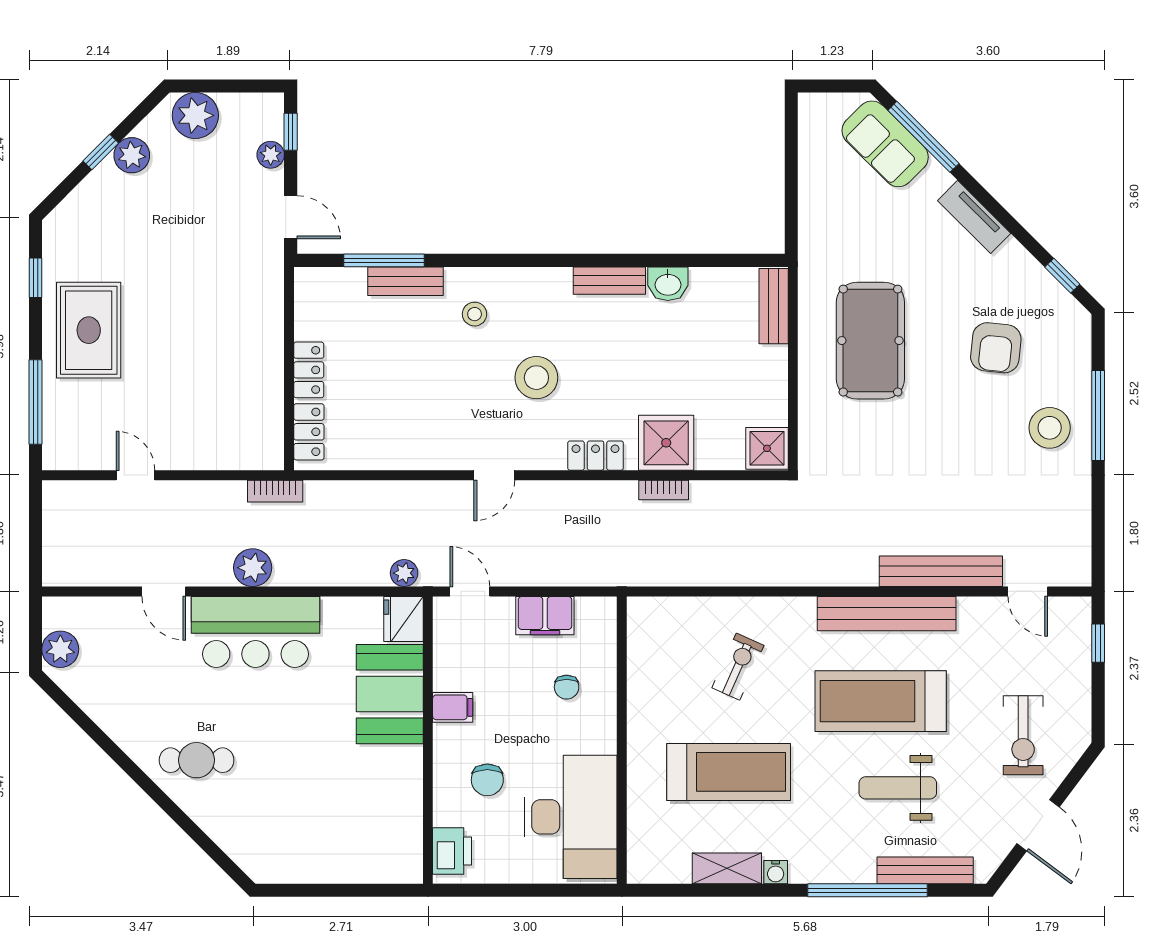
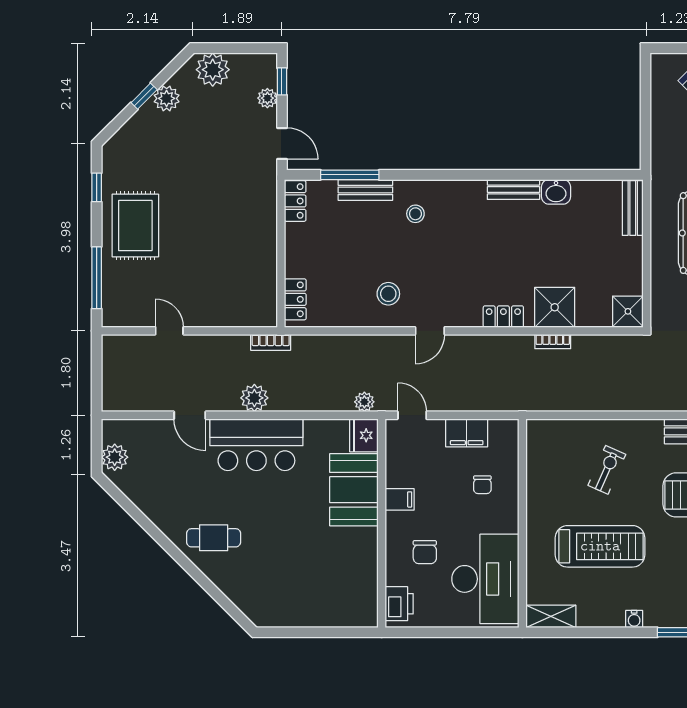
locker: (309, 370) -> (295, 201), moved
stool: (536, 378) -> (388, 294), moved, width x0.73, depth x0.73
shelving: (727, 868) -> (551, 616), moved

